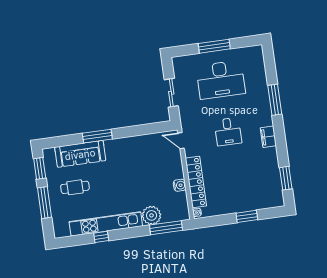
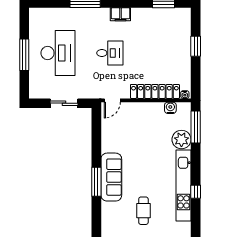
sofa: (80, 154) -> (111, 177), moved
water cooler: (180, 185) -> (170, 108), moved

